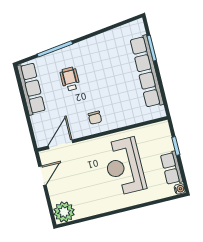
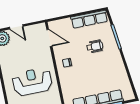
door: (42, 176) -> (16, 27), moved

